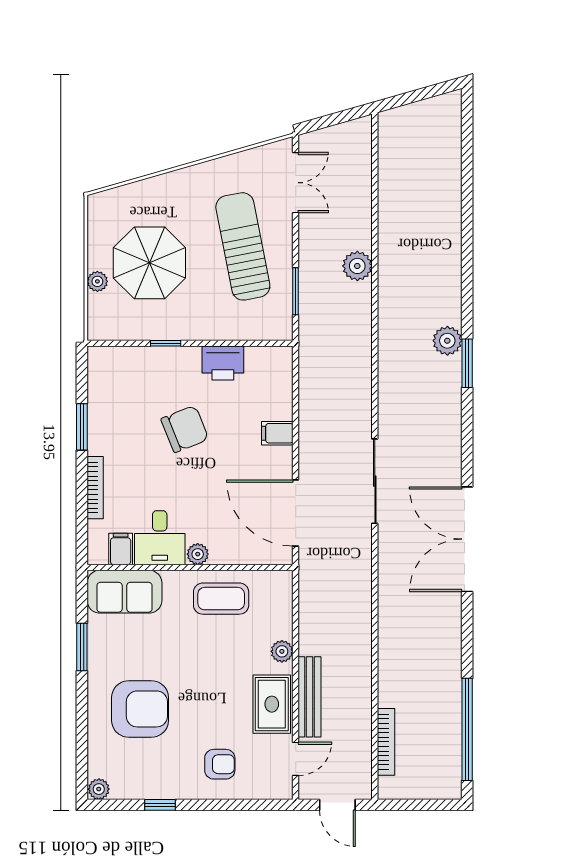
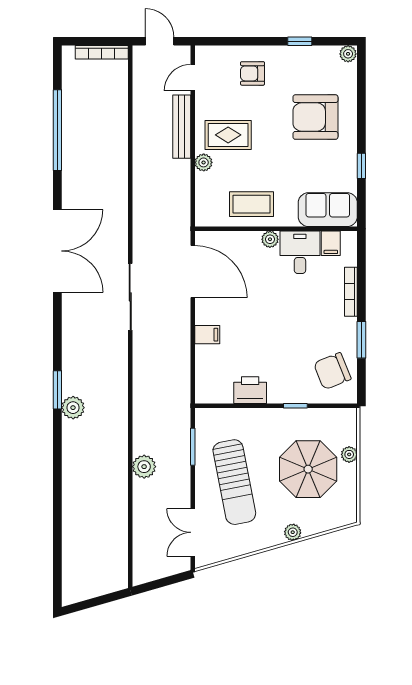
plant: (169, 183) -> (293, 532), added
chair: (185, 429) -> (332, 371), moved
window: (82, 647) -> (361, 166), width x0.67
rug: (272, 704) -> (228, 135), moved, turned 90
window: (467, 729) -> (57, 130), moved
bookcase: (386, 742) -> (102, 52), moved, turned -90

